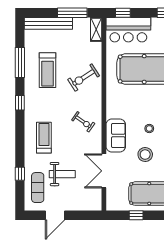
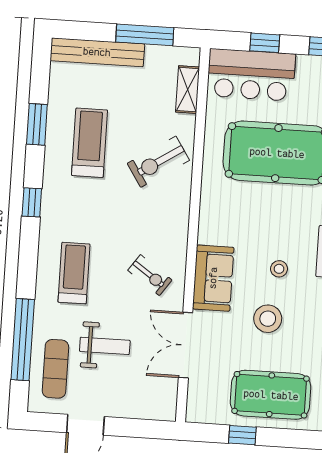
window: (123, 13) -> (265, 43), moved
shelving: (96, 29) -> (188, 90), moved
window: (20, 62) -> (37, 124), width x0.69
treadmill: (48, 70) -> (90, 143), turned 180
exercise bike: (83, 122) -> (150, 275), moved
window: (20, 174) -> (23, 340), width x3.17

